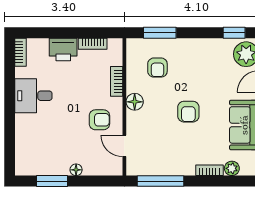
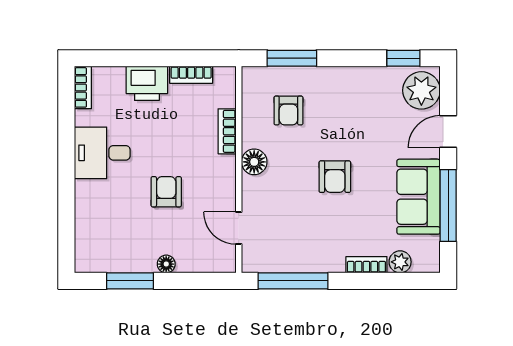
armchair: (99, 120) -> (166, 192), moved, turned -90

